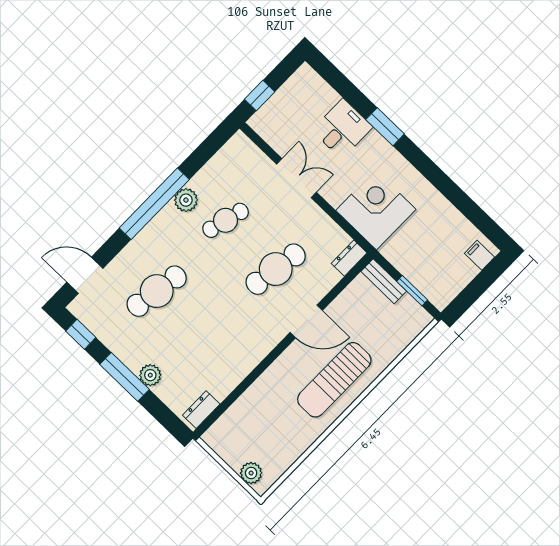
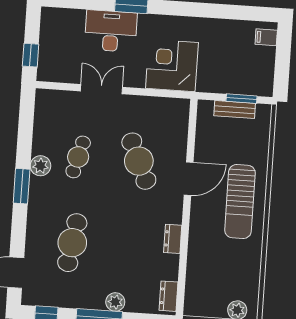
desk: (342, 129) -> (111, 31), width x1.37
window: (154, 204) -> (22, 186), width x0.47
dresser: (349, 258) -> (173, 239), moved
cafe table: (276, 269) -> (139, 161), turned -33
bench: (384, 281) -> (235, 110), moved

